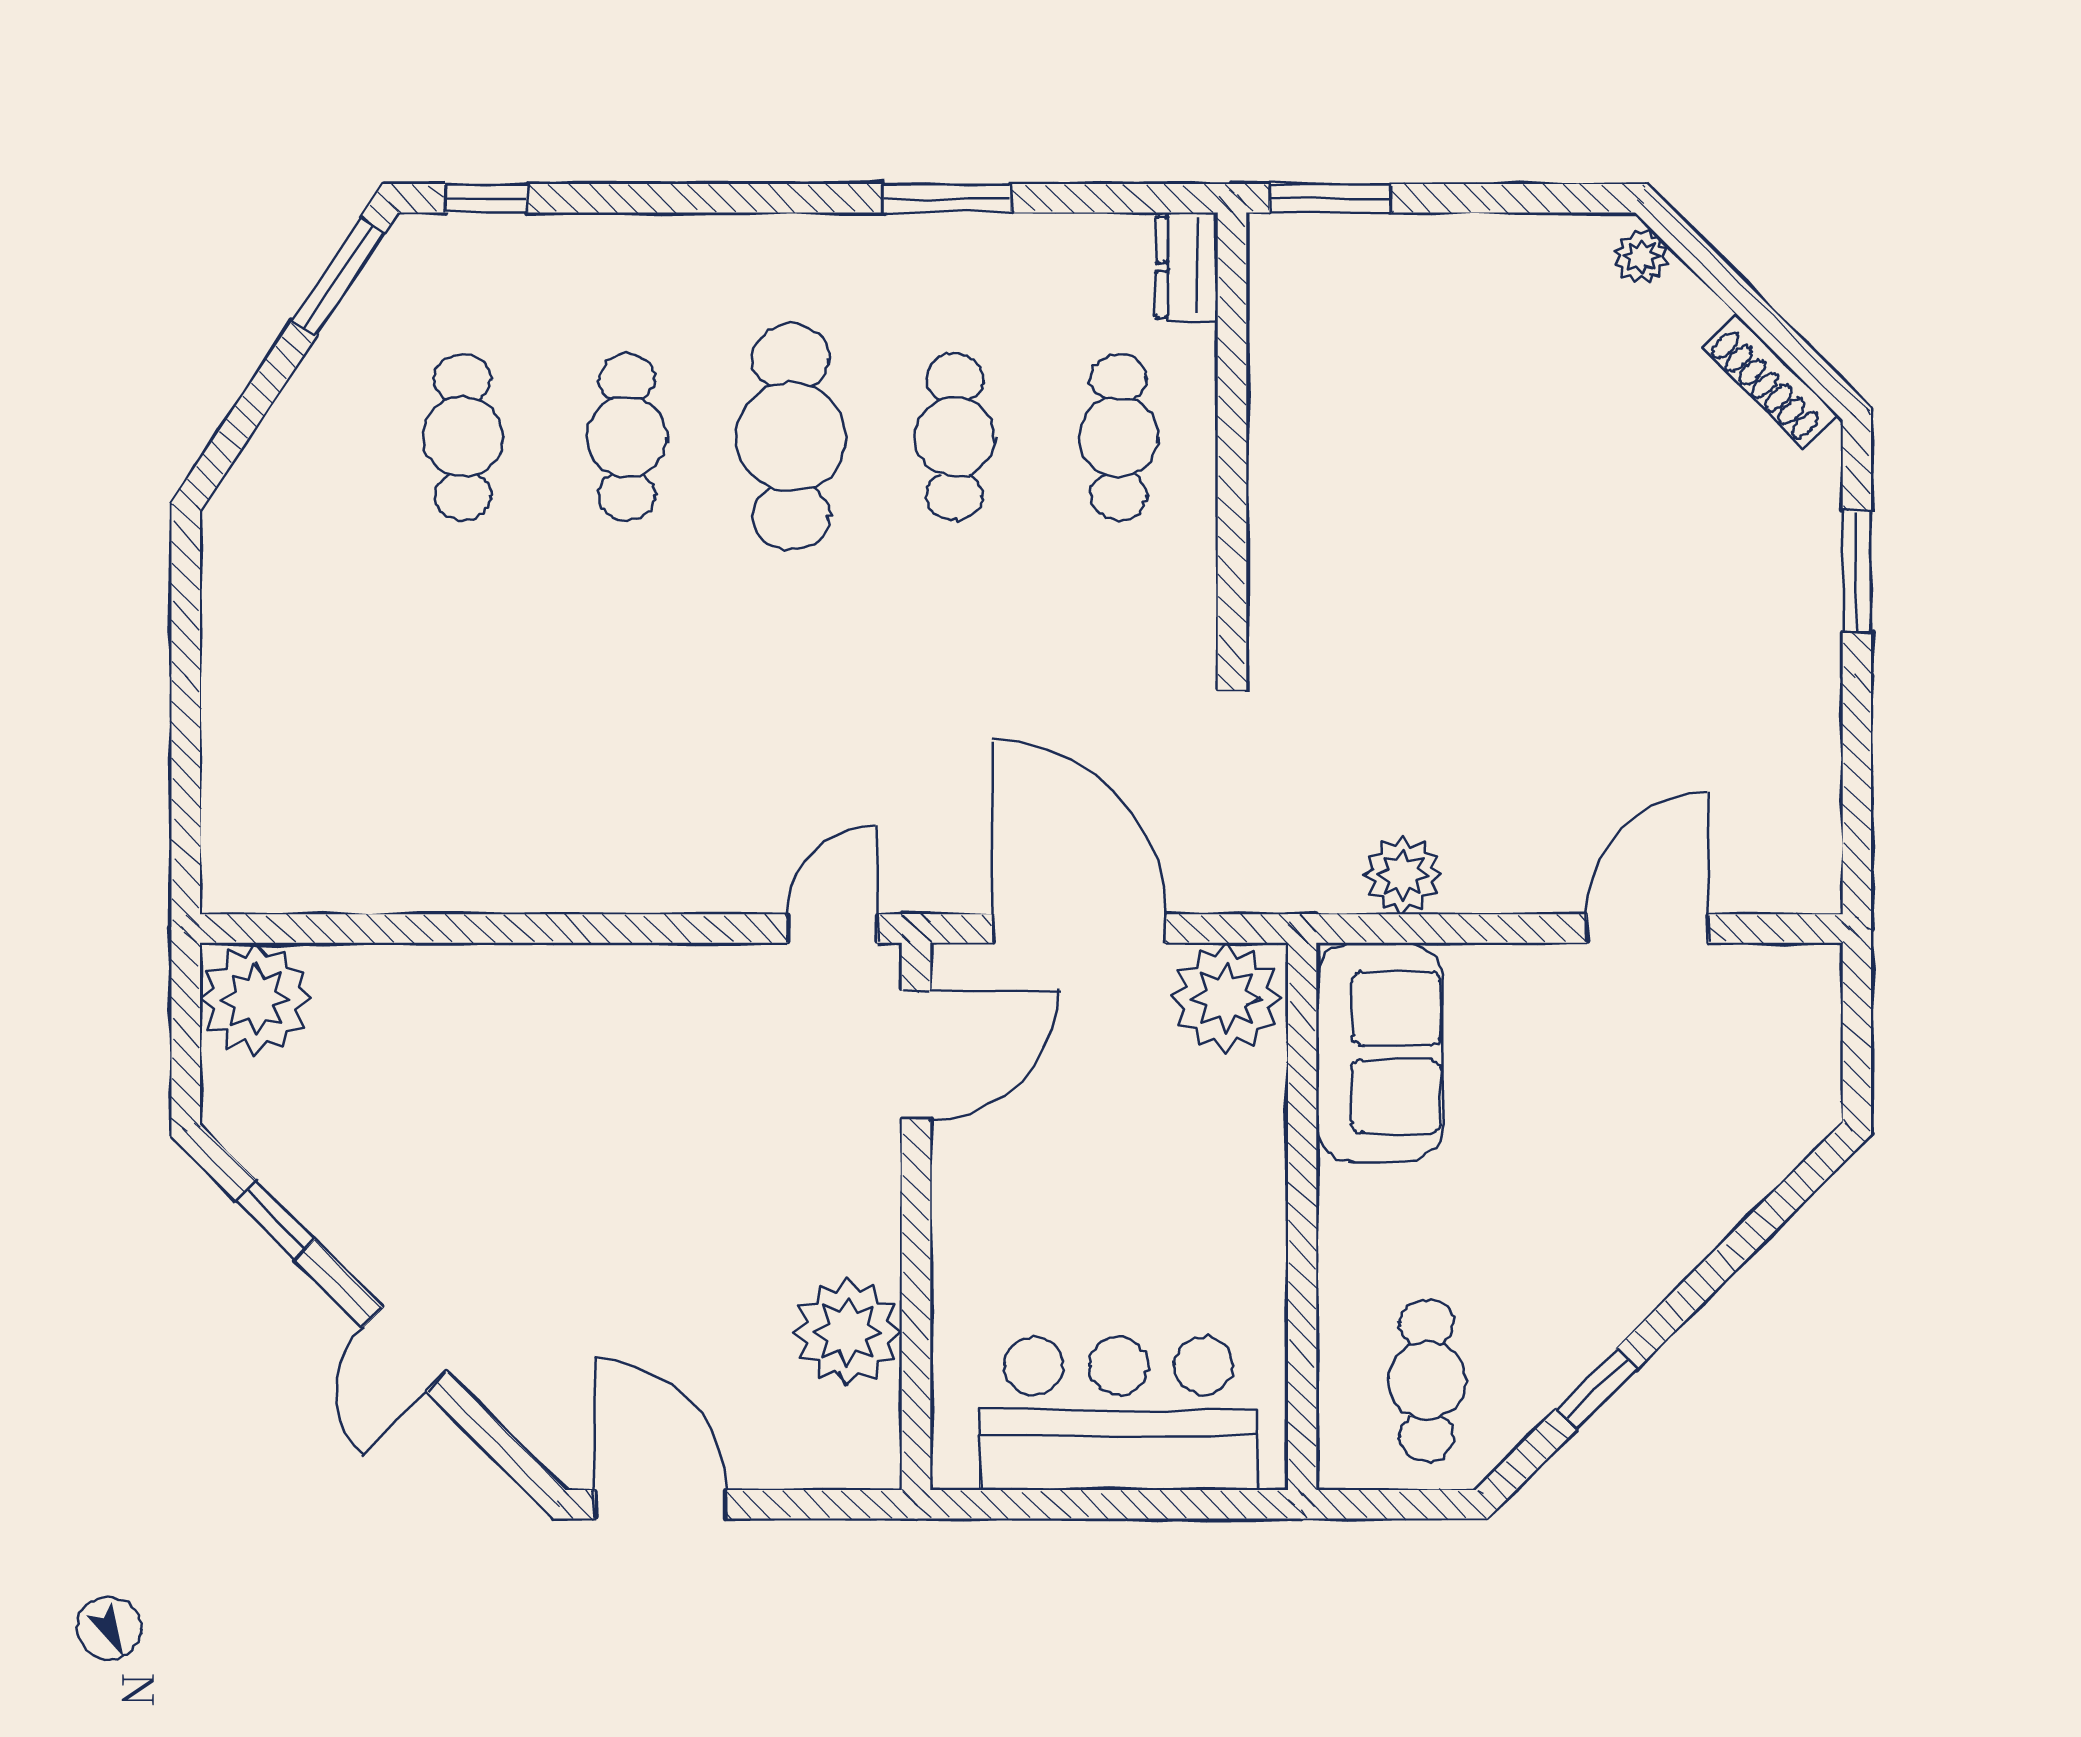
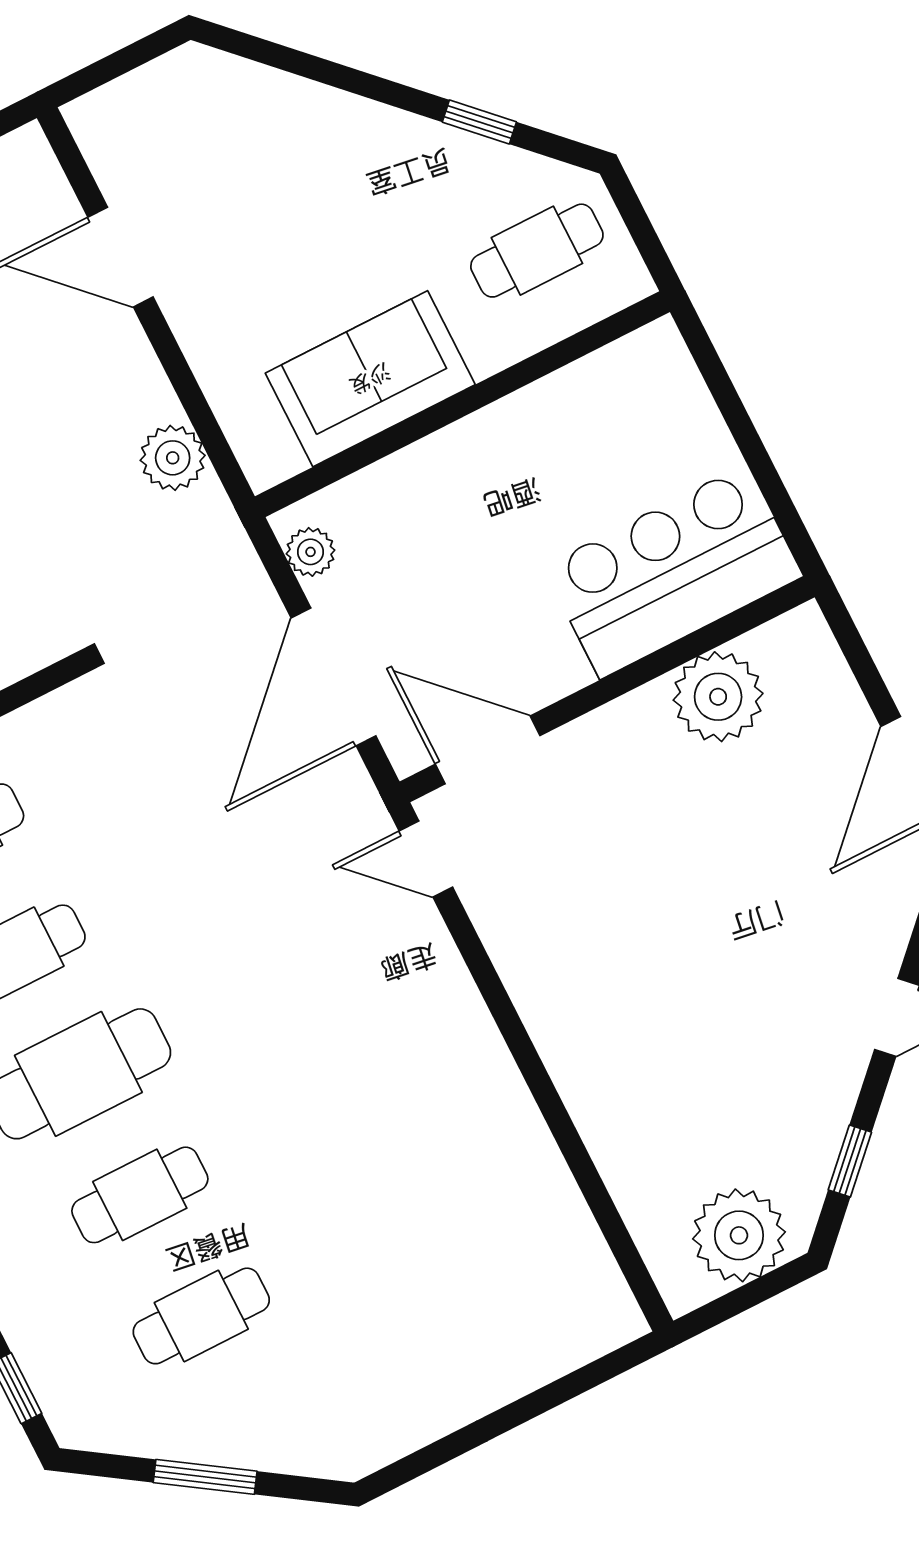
window: (338, 277) -> (205, 1477), moved
plant: (1226, 998) -> (310, 552), width x0.53, depth x0.53
plant: (256, 999) -> (739, 1235), moved
sofa: (1380, 1052) -> (370, 379), moved
bar counter: (1118, 1413) -> (673, 571), moved, turned 90

